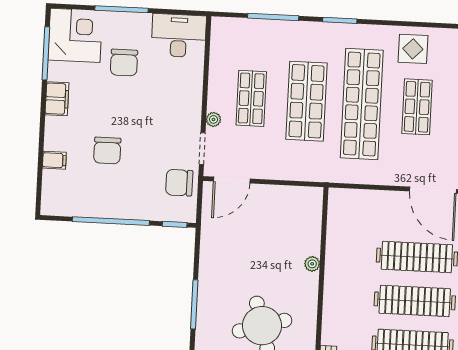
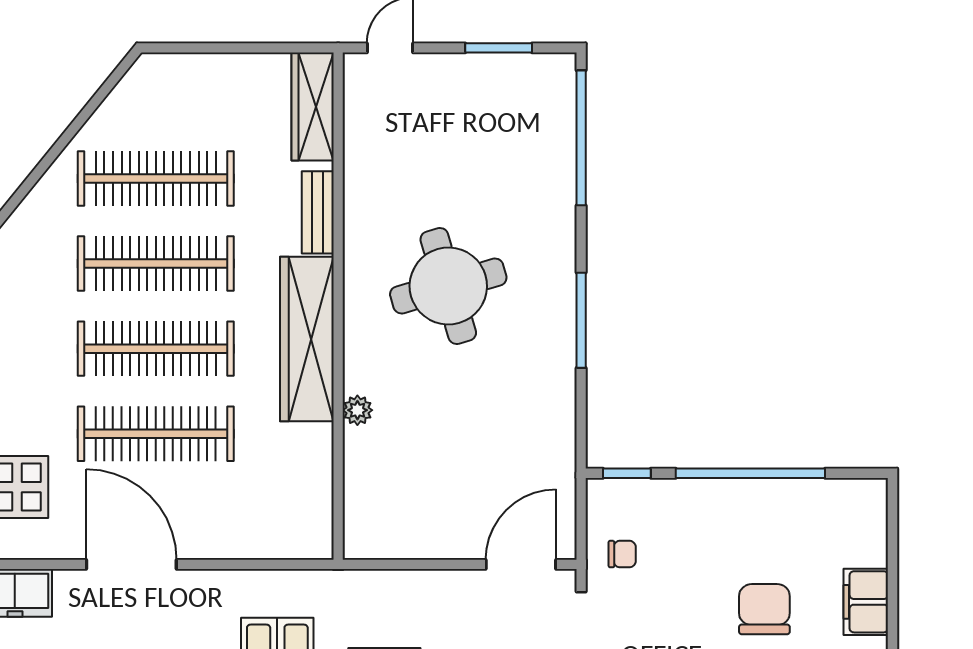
filing cabinet: (54, 160) -> (866, 602), width x2.00
chair: (179, 183) -> (622, 554), width x0.54, depth x0.54
wardrobe: (336, 302) -> (307, 339), added

